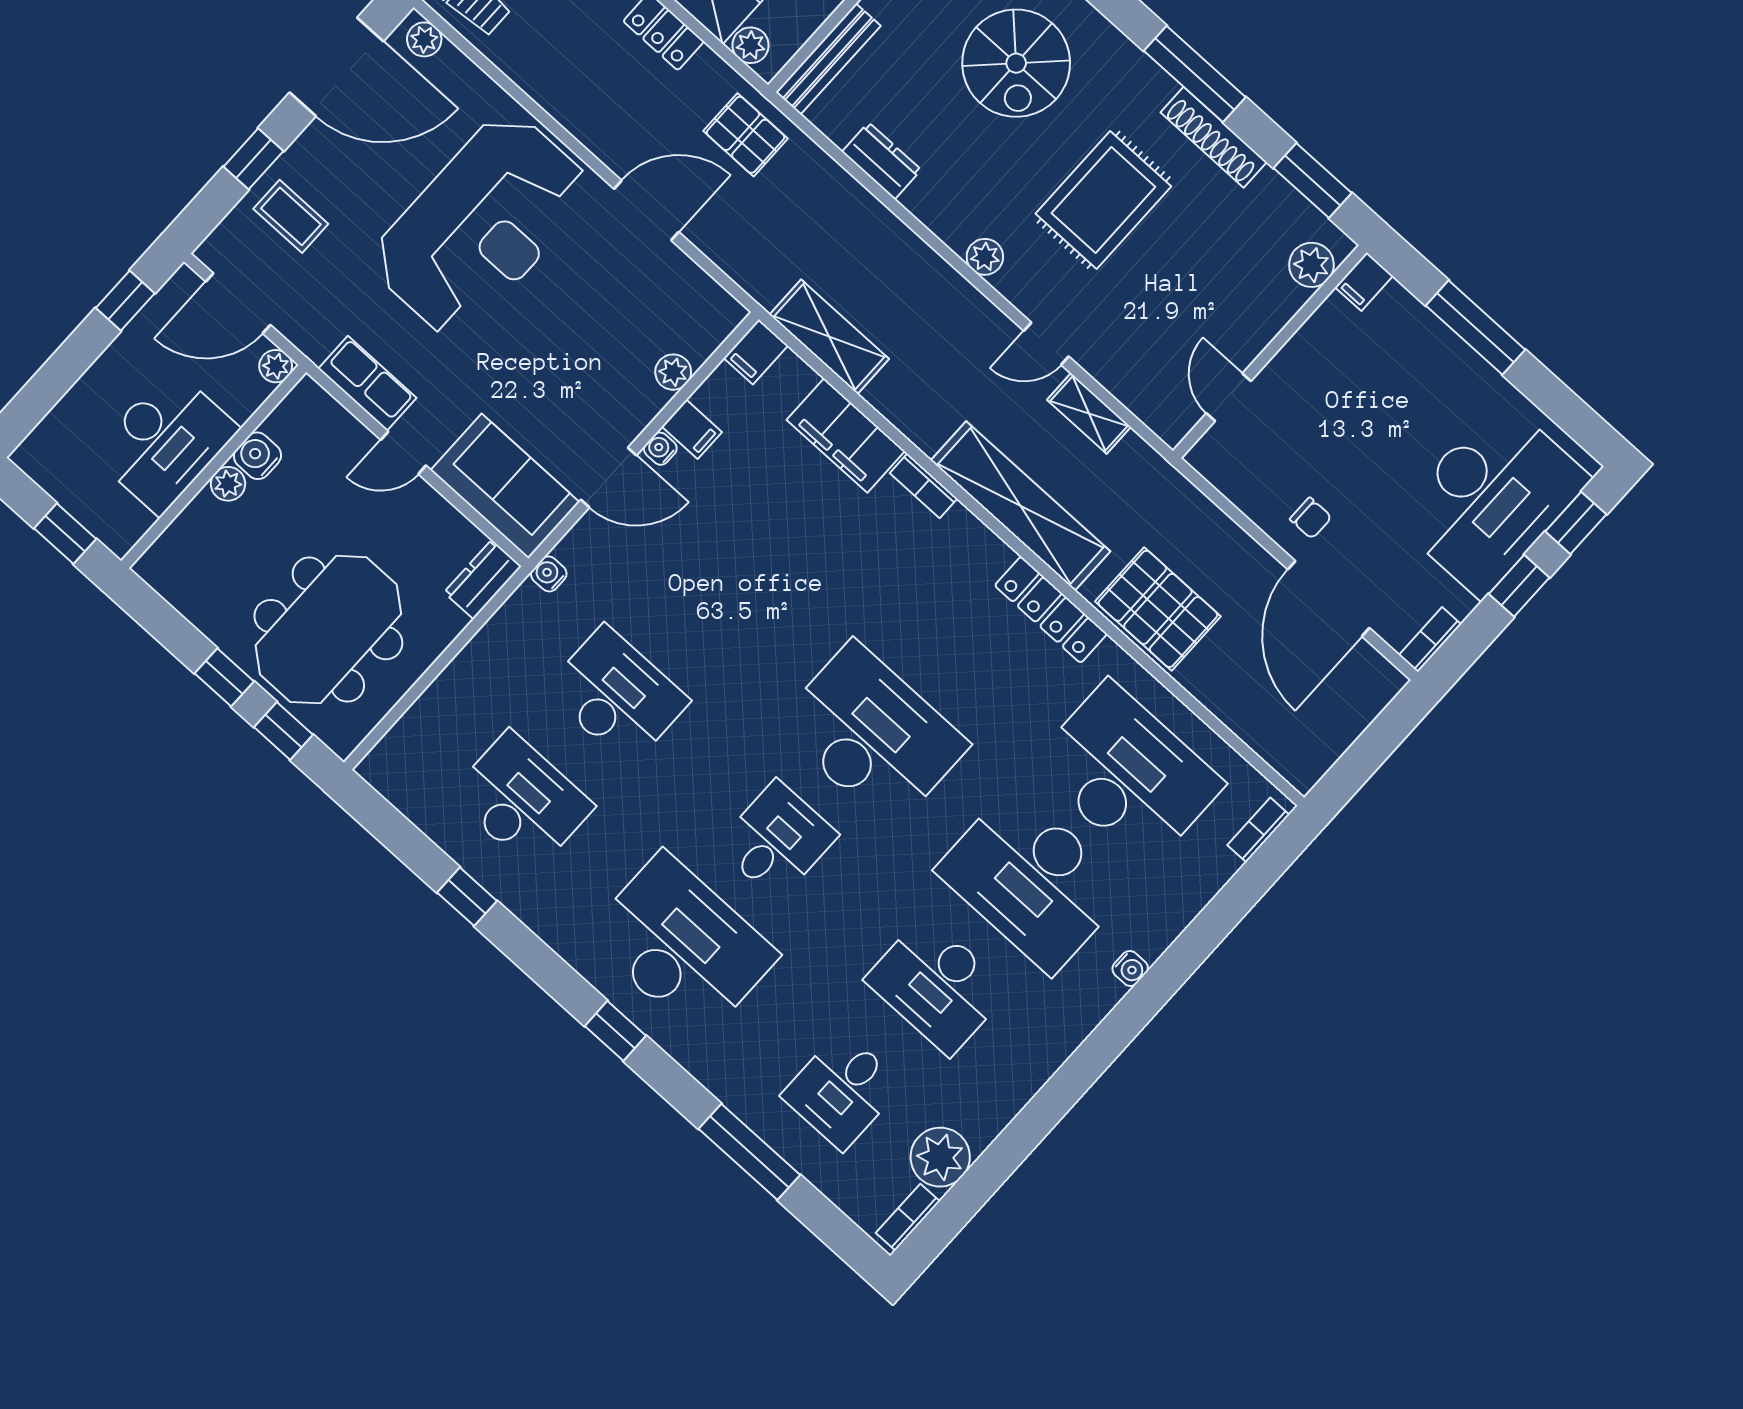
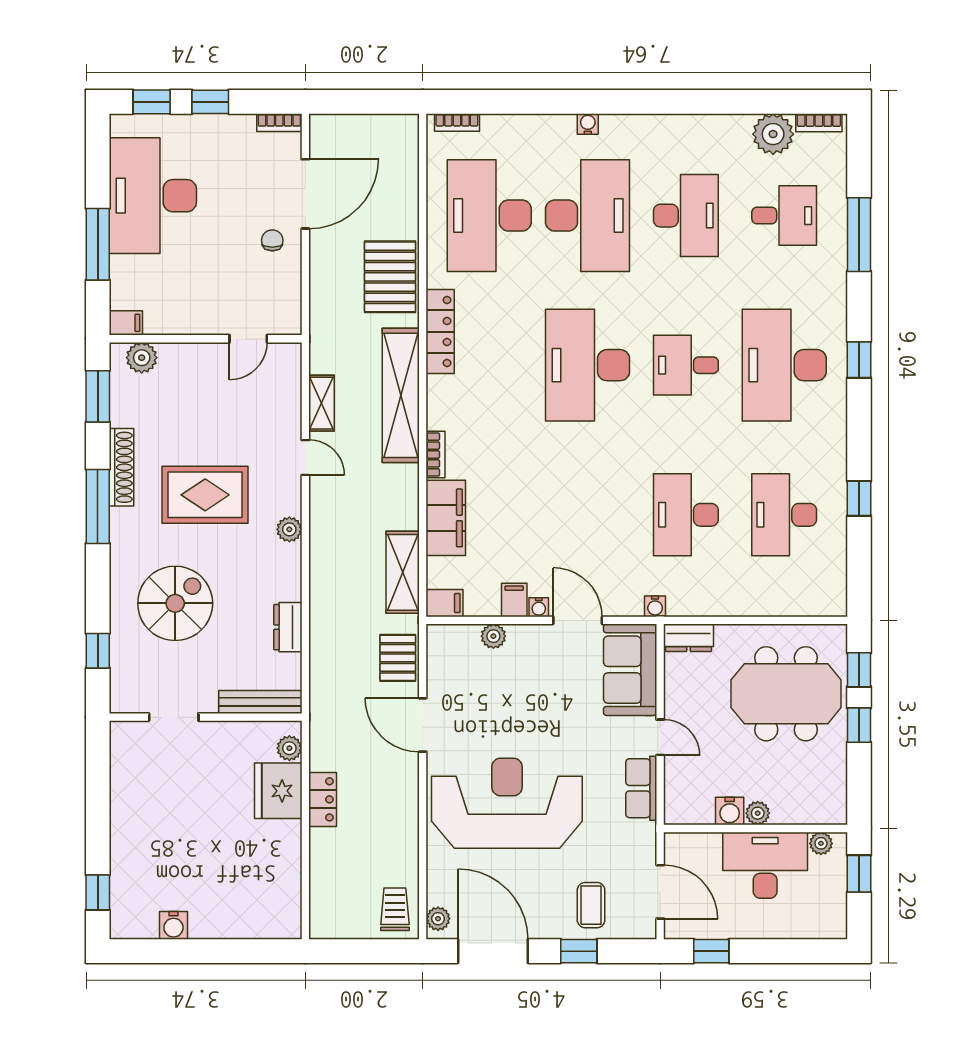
pallet: (746, 135) -> (398, 658), moved
plant: (276, 366) -> (821, 843), moved
desk: (1491, 498) -> (153, 196), moved, turned -90

